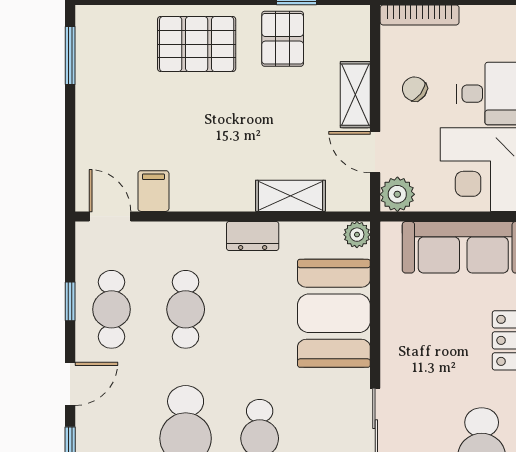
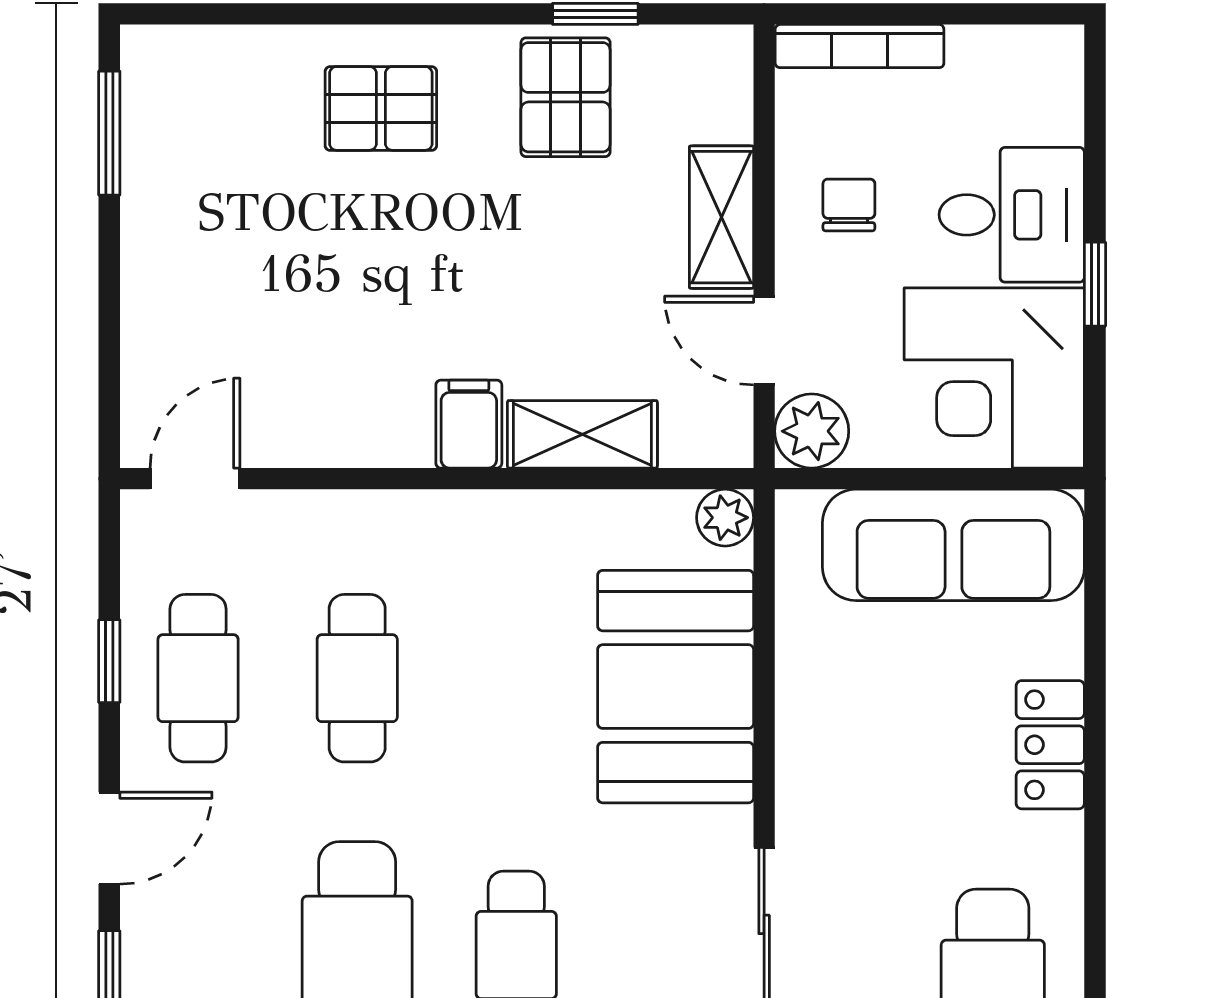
pallet: (197, 44) -> (381, 108), width x0.67, depth x0.71
chair: (415, 89) -> (849, 205), turned 53
filing cabinet: (153, 191) -> (469, 424), moved
door: (110, 216) -> (195, 479), hinge flipped
dresser: (253, 236) -> (501, 521), removed

